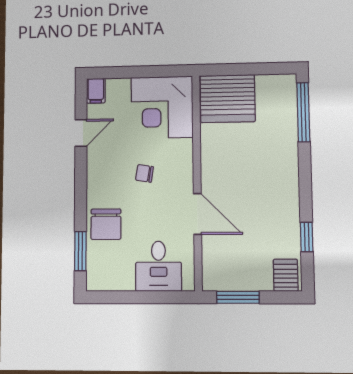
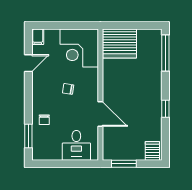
chair: (106, 224) -> (44, 120), width x0.54, depth x0.54
window: (307, 237) -> (165, 109), moved

